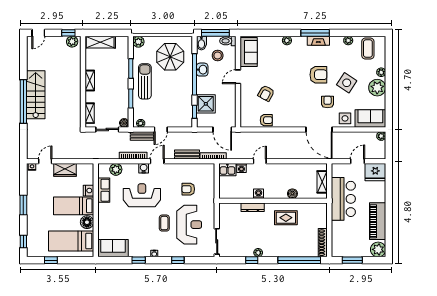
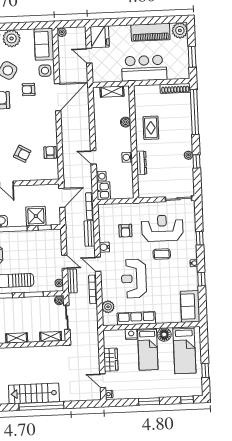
water cooler: (144, 168) -> (104, 247), moved
row of seats: (104, 190) -> (136, 318), width x1.48
bar counter: (343, 199) -> (144, 68), moved

